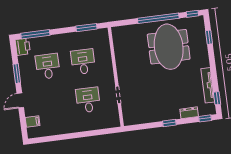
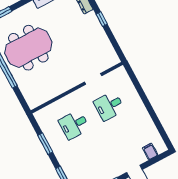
window: (86, 28) -> (45, 144), moved
desk: (48, 66) -> (91, 157), removed

